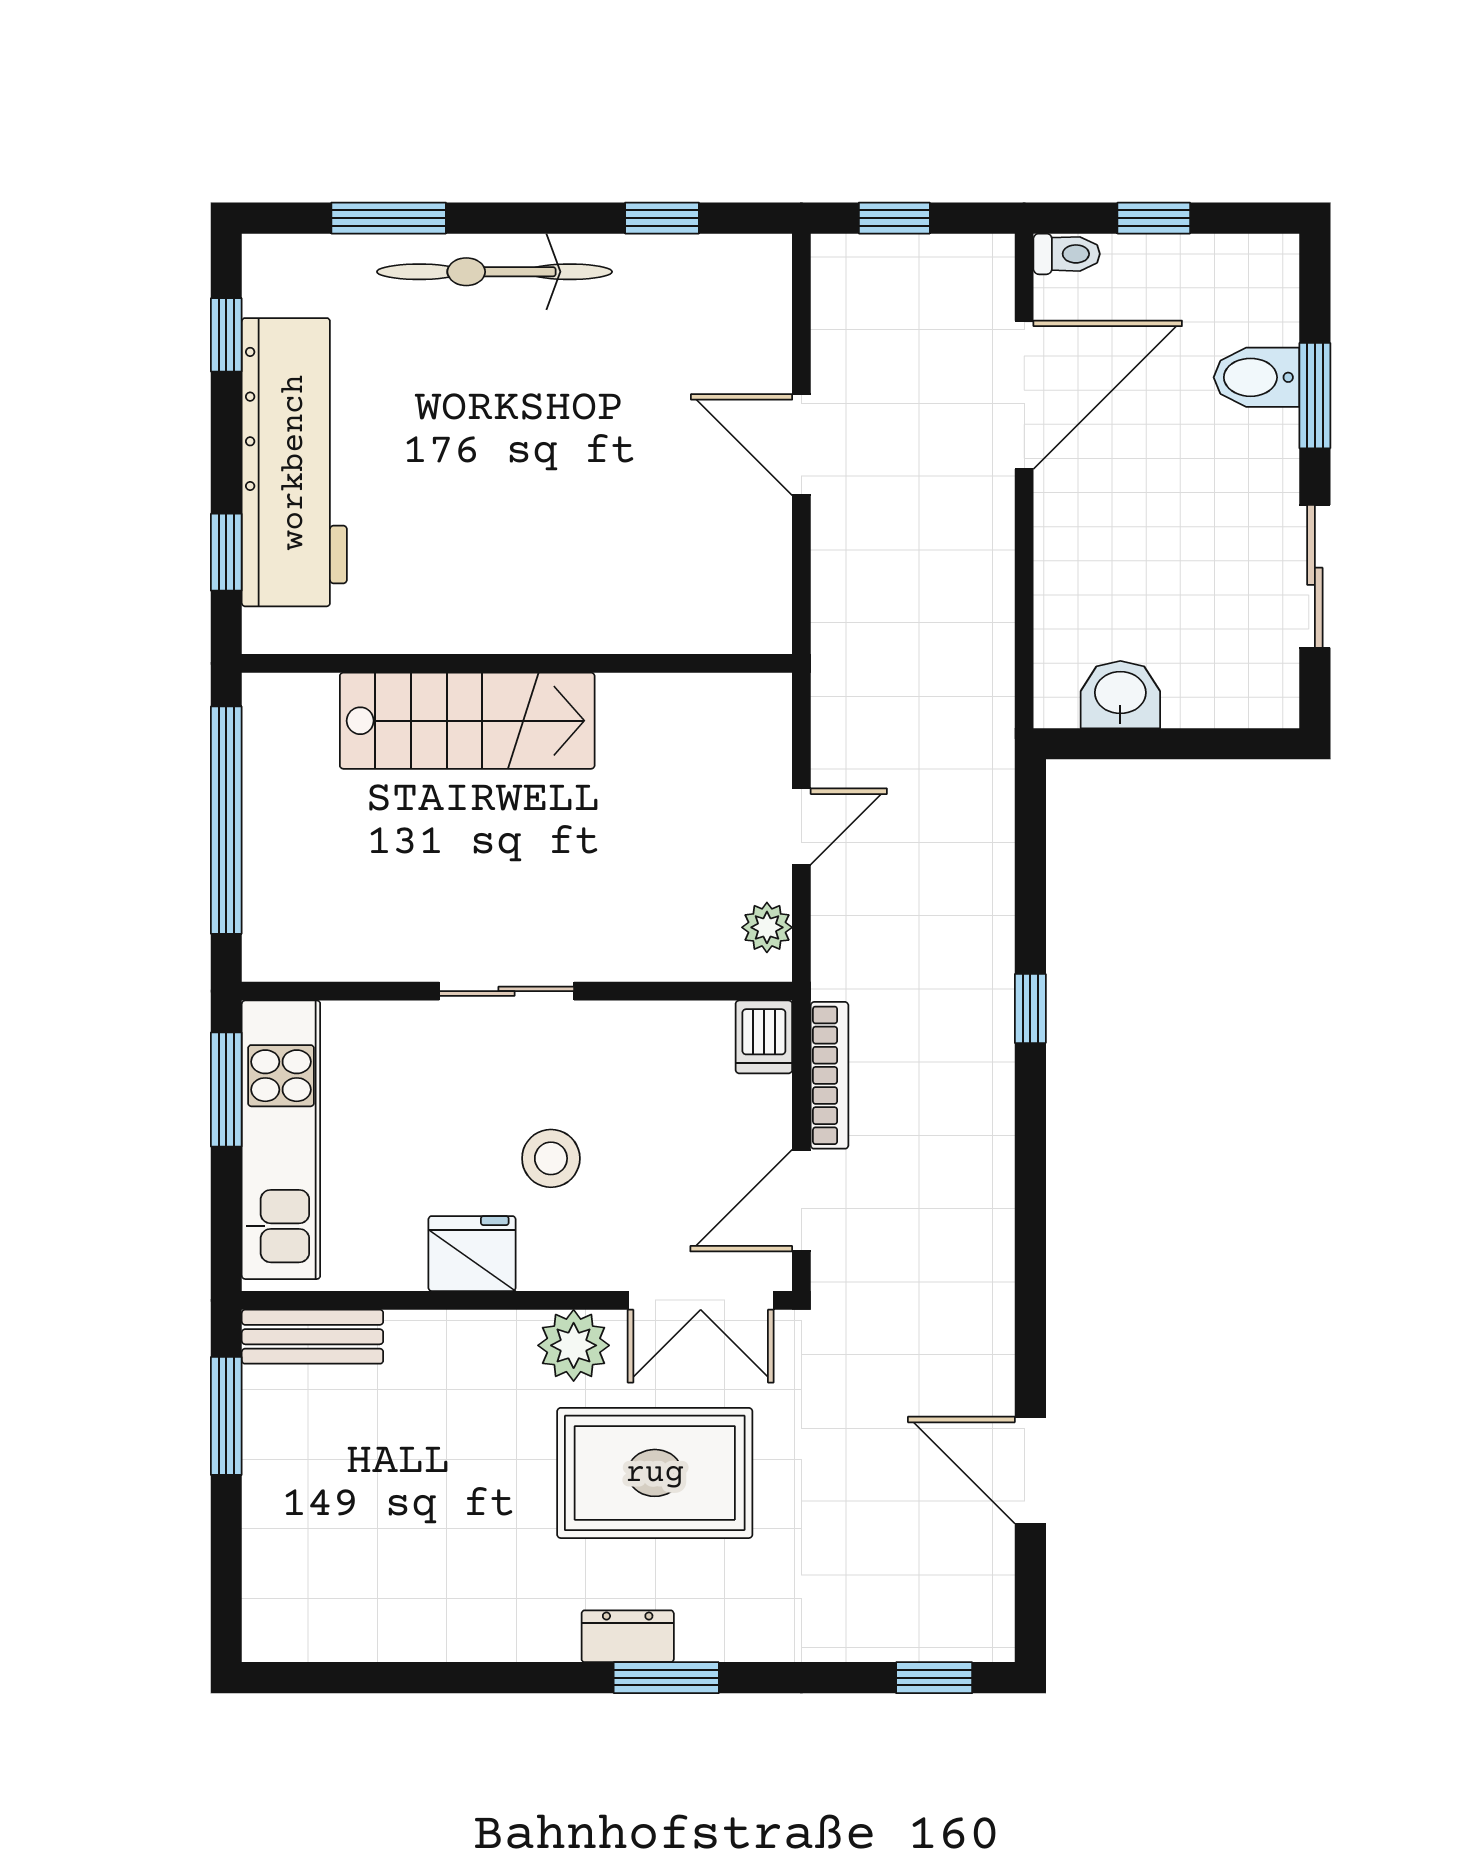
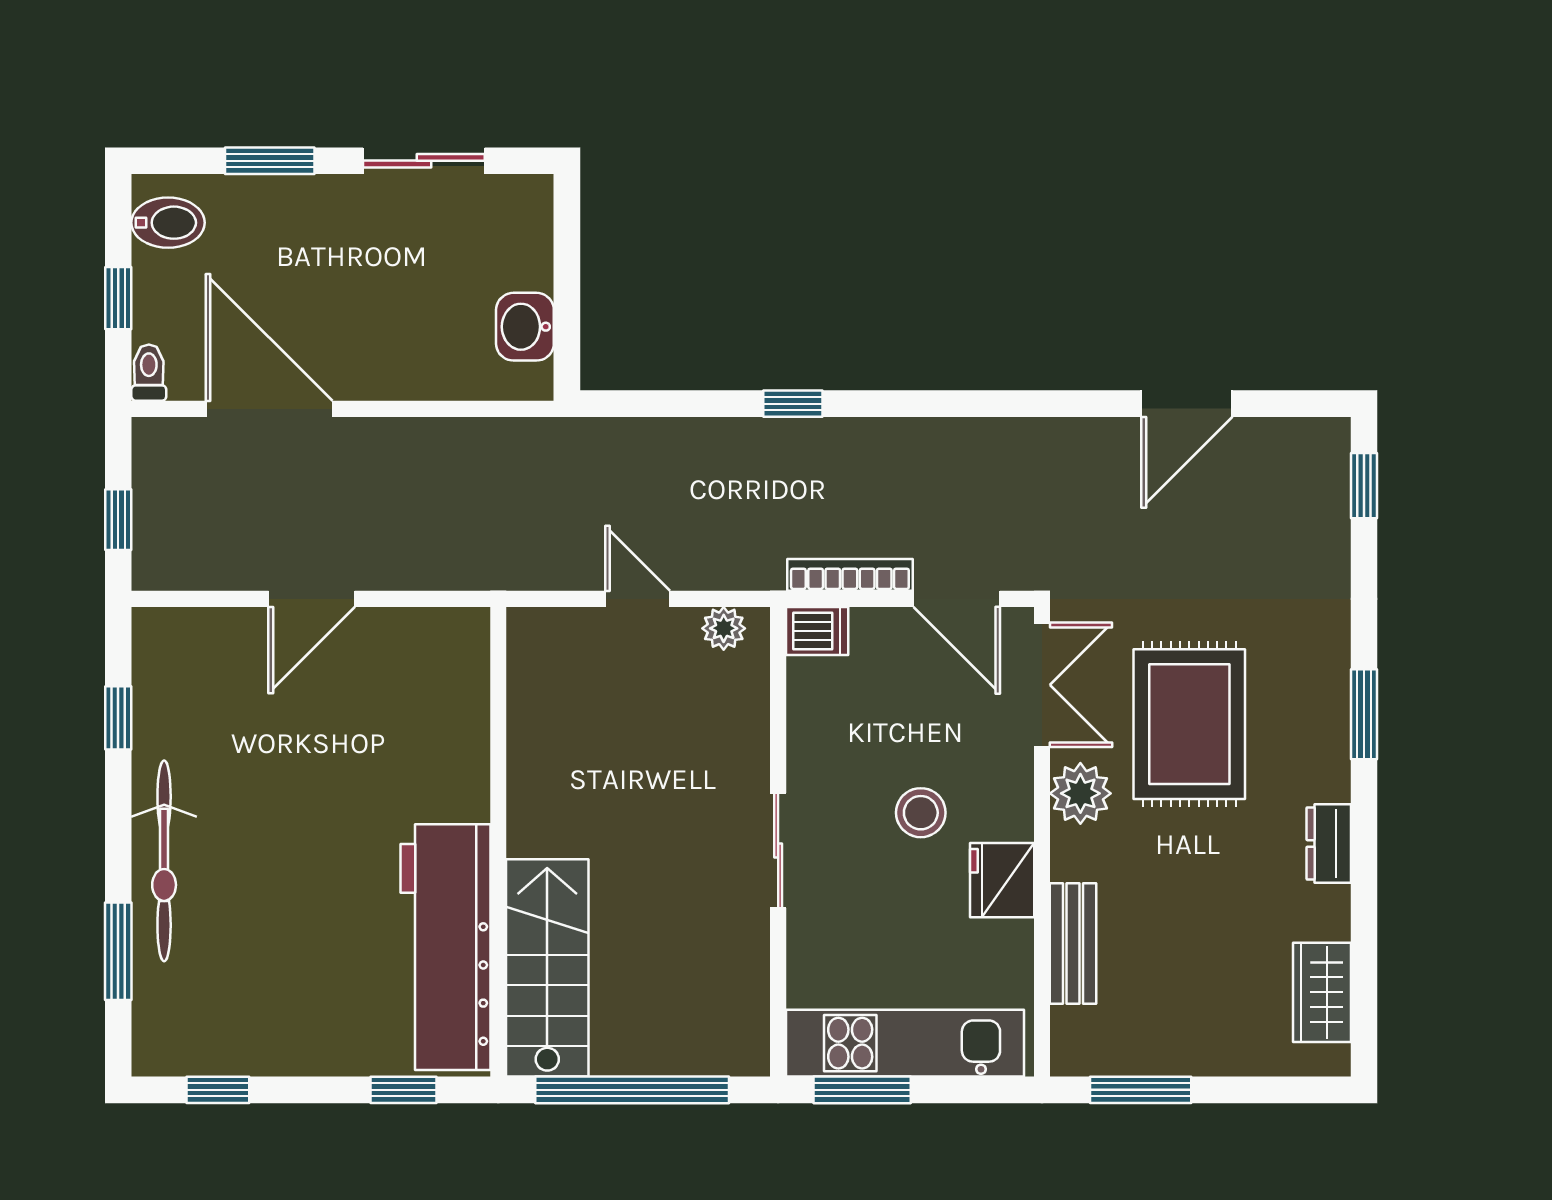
bidet: (1256, 377) -> (168, 223), moved, turned -90
workbench: (294, 462) -> (446, 947), moved, turned -90
stairs: (467, 721) -> (547, 968), moved
bench: (312, 1337) -> (1073, 943), moved
wardrobe: (340, 1628) -> (1322, 992), added
dresser: (628, 1636) -> (1329, 843), moved

